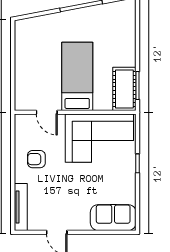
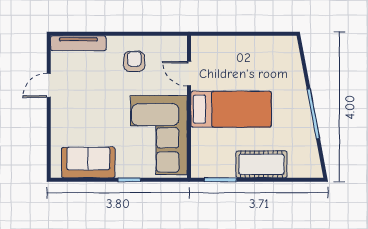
cot: (124, 89) -> (261, 164), moved
door: (47, 112) -> (189, 74), hinge flipped
sofa: (113, 218) -> (88, 163), moved, turned -90

